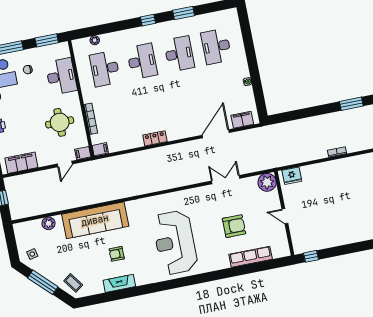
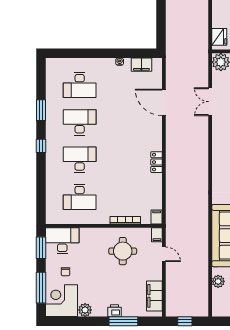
plant: (95, 40) -> (50, 201), removed
desk: (61, 76) -> (62, 241), moved
filing cabinet: (242, 120) -> (141, 65), moved, turned -90

